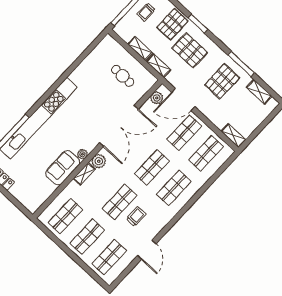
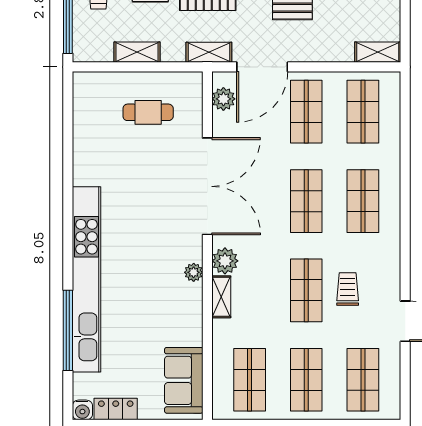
shelving: (158, 66) -> (209, 52), moved
sofa: (63, 168) -> (184, 380), moved

